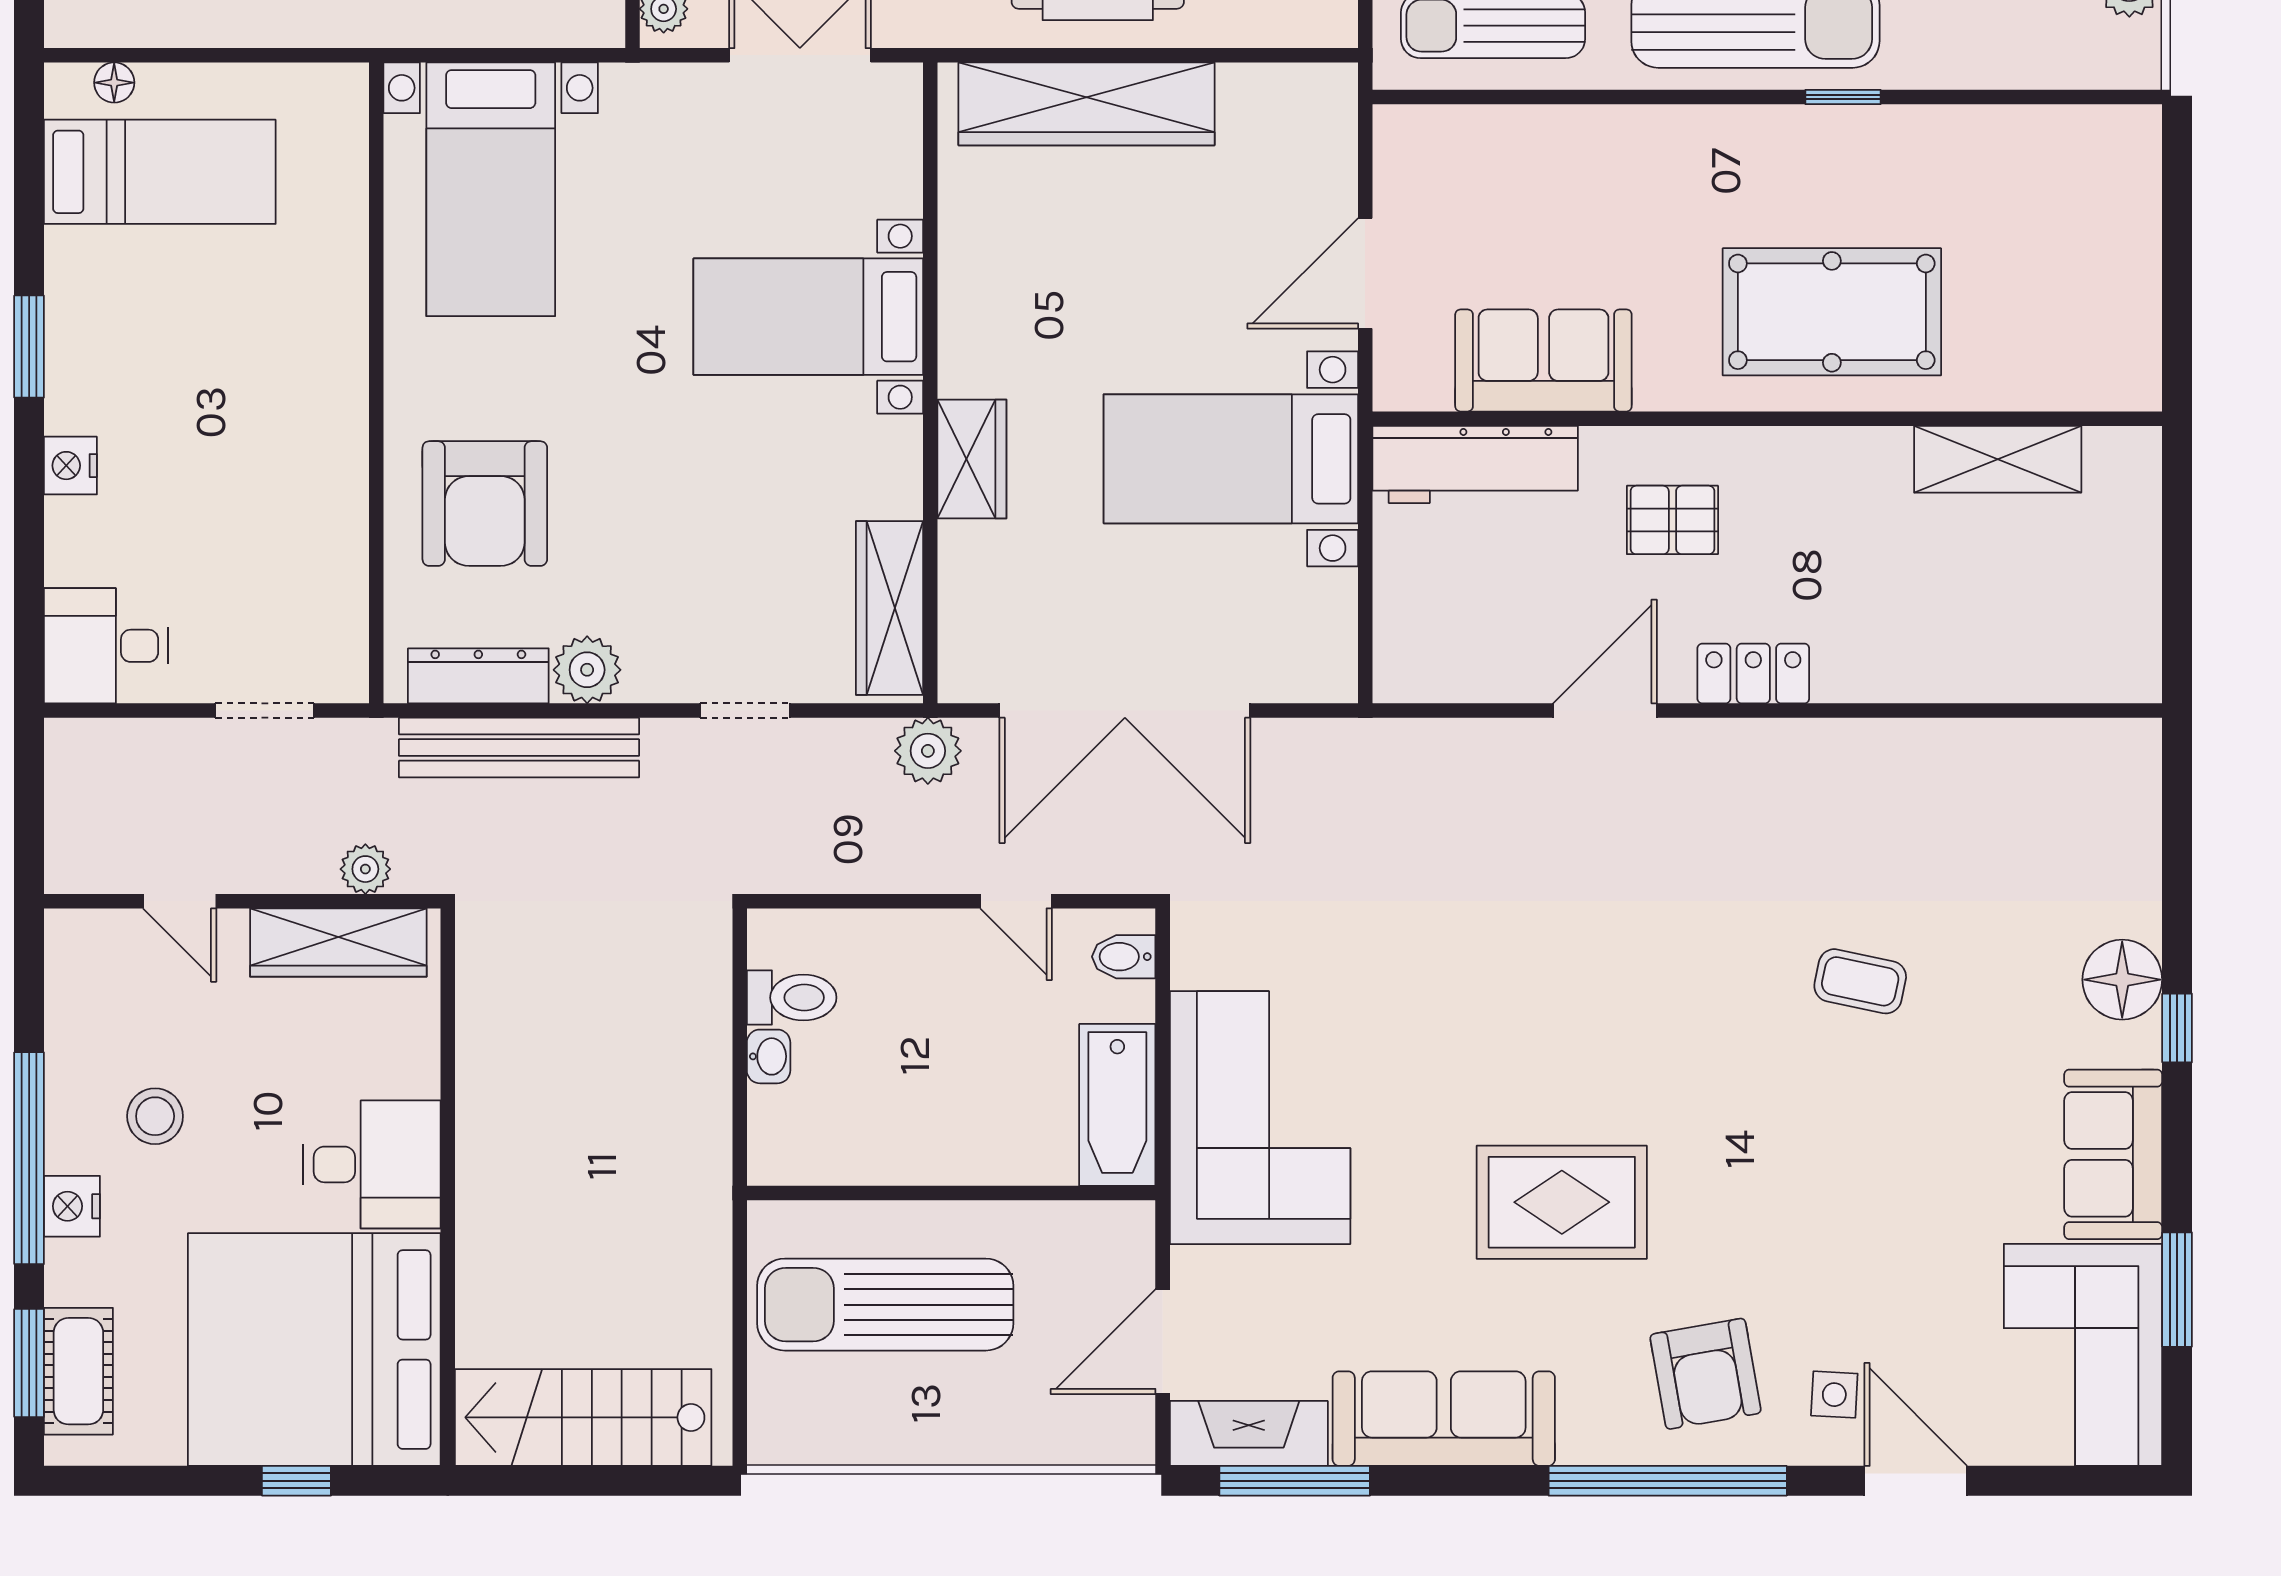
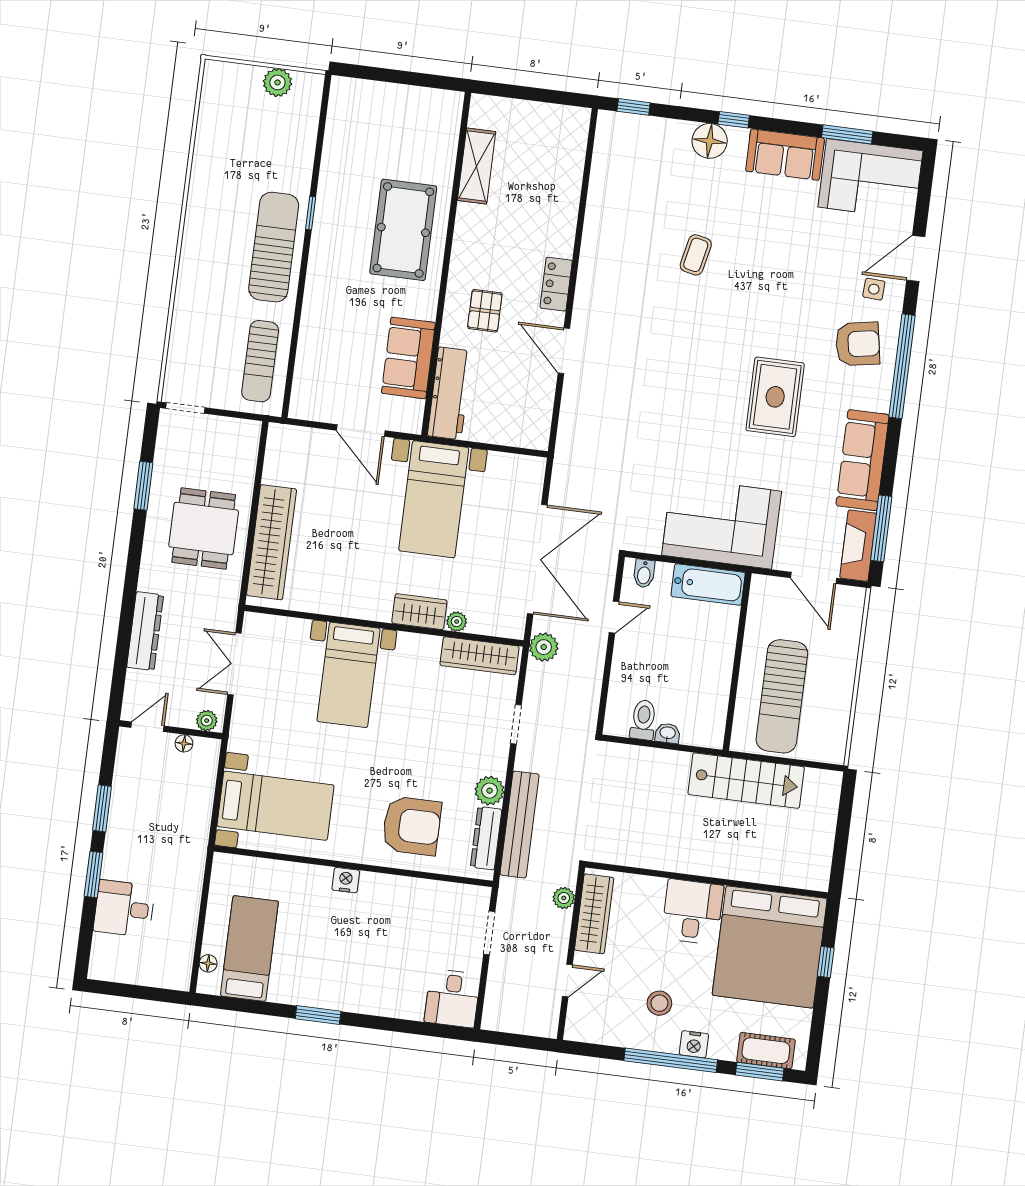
nightstand: (70, 466) -> (346, 880), moved, turned 180
plant: (960, 546) -> (457, 622), added
window: (2177, 798) -> (634, 107), added
stairs: (583, 1417) -> (746, 781), moved, turned -90

